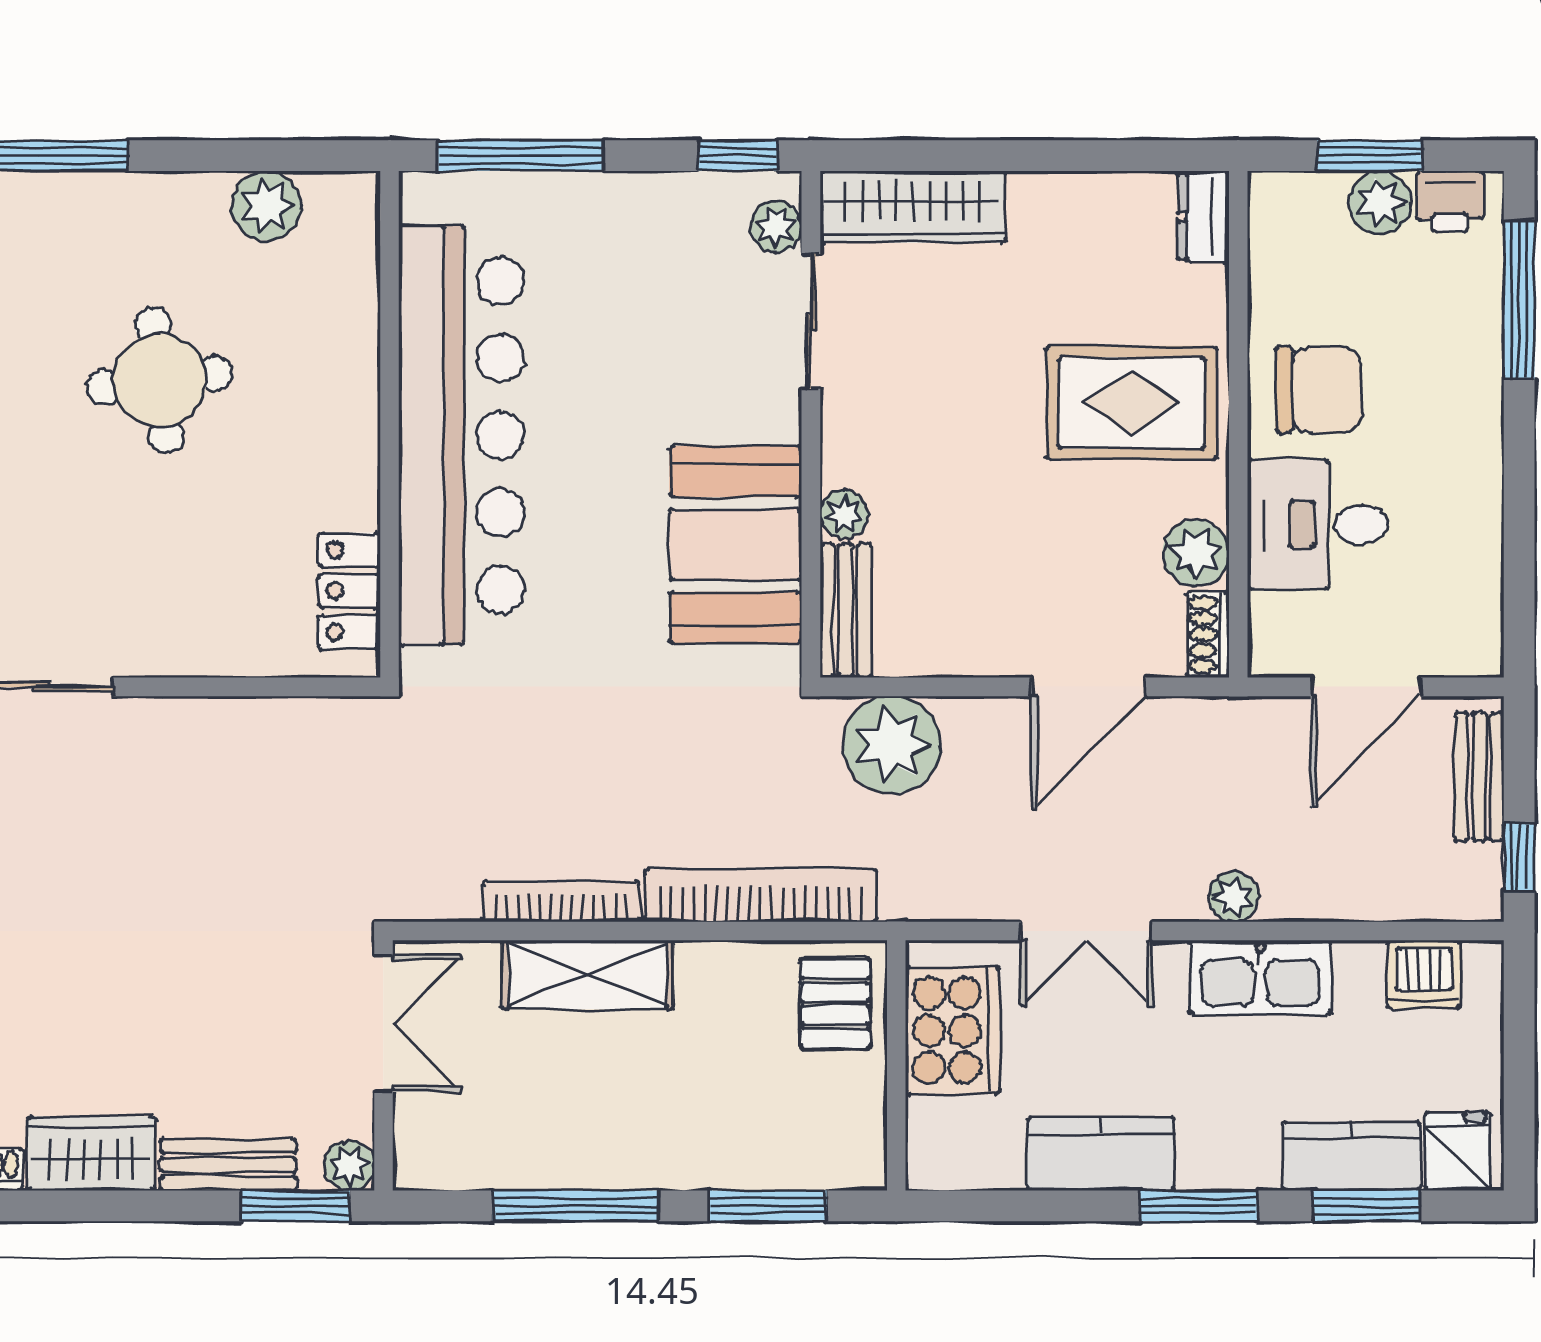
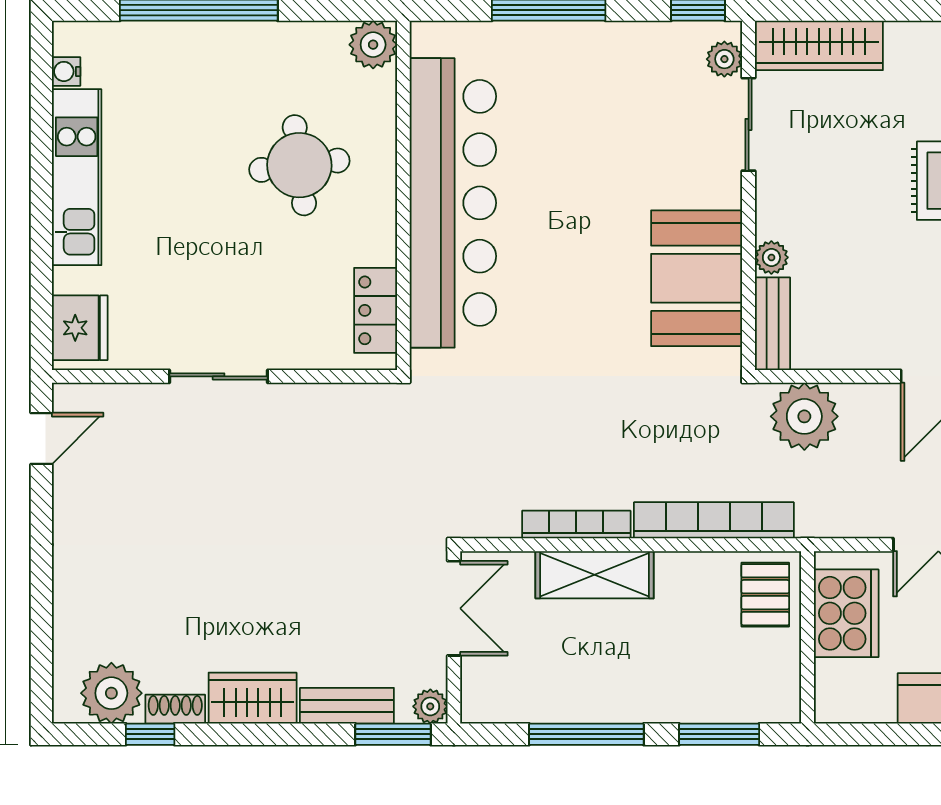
wall: (390, 424) -> (403, 195), moved
bar counter: (461, 435) -> (453, 203), moved
locker: (349, 591) -> (376, 310), moved

